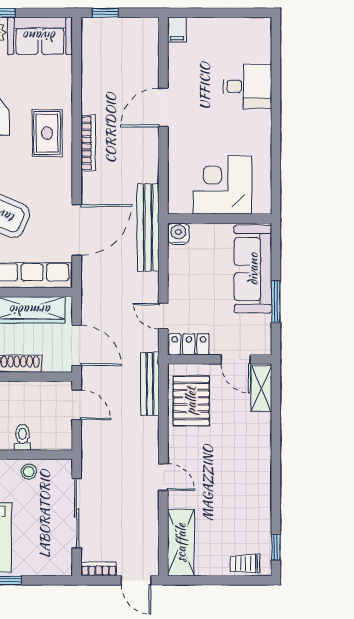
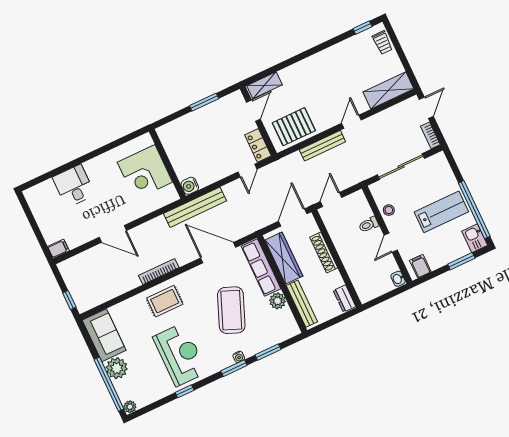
sofa: (253, 269) -> (190, 127), removed
bench: (150, 384) -> (322, 146), moved

